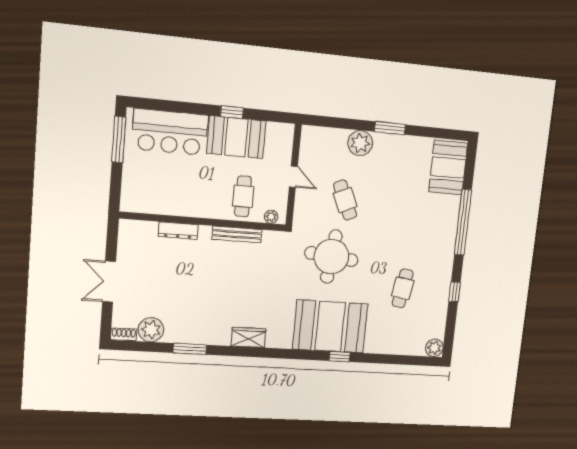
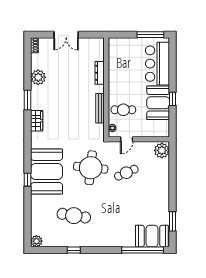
window: (390, 128) -> (173, 221), moved
plant: (360, 143) -> (162, 150), moved
door: (293, 177) -> (127, 139), moved
window: (463, 222) -> (143, 250), moved
double door: (109, 282) -> (66, 35), swing flipped
cafe table: (403, 288) -> (74, 216), width x1.37, depth x1.35
plant: (151, 330) -> (38, 77), moved
window: (190, 349) -> (28, 100), moved

